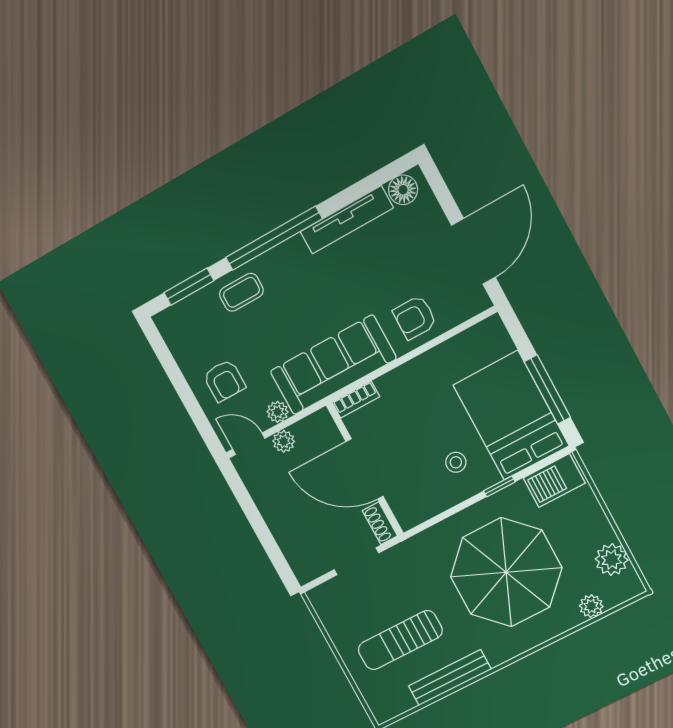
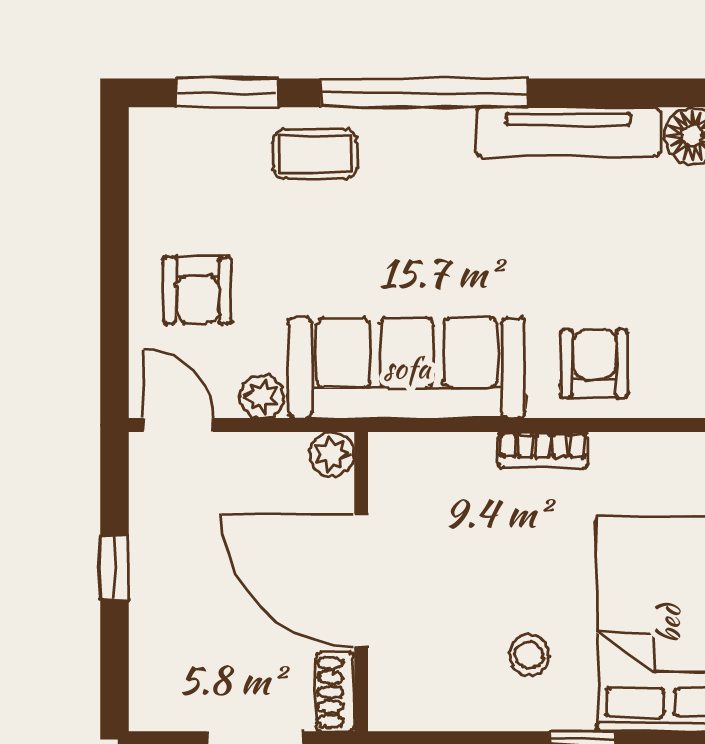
armchair: (415, 317) -> (594, 364), turned 90
bookcase: (356, 399) -> (543, 450), moved
plant: (284, 441) -> (332, 454), moved
window: (256, 520) -> (114, 567), added

